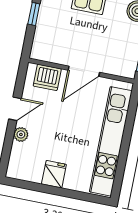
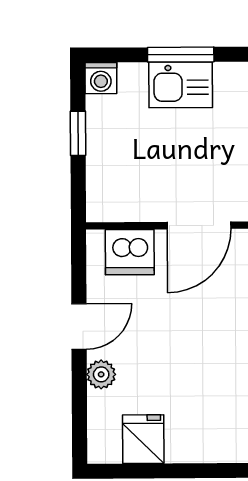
fridge: (54, 174) -> (143, 439), moved

